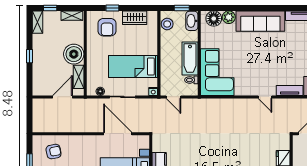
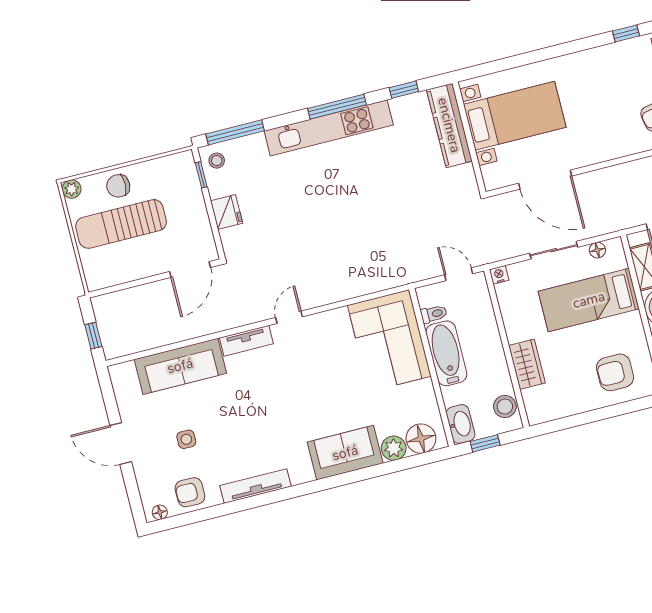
window: (112, 8) -> (614, 411), removed
wardrobe: (135, 18) -> (527, 364), moved, turned 90
sofa: (260, 21) -> (345, 453), width x0.73
armchair: (107, 27) -> (615, 372), turned -90
bed: (133, 66) -> (589, 300), moved, turned 180
door: (265, 97) -> (289, 317), hinge flipped

